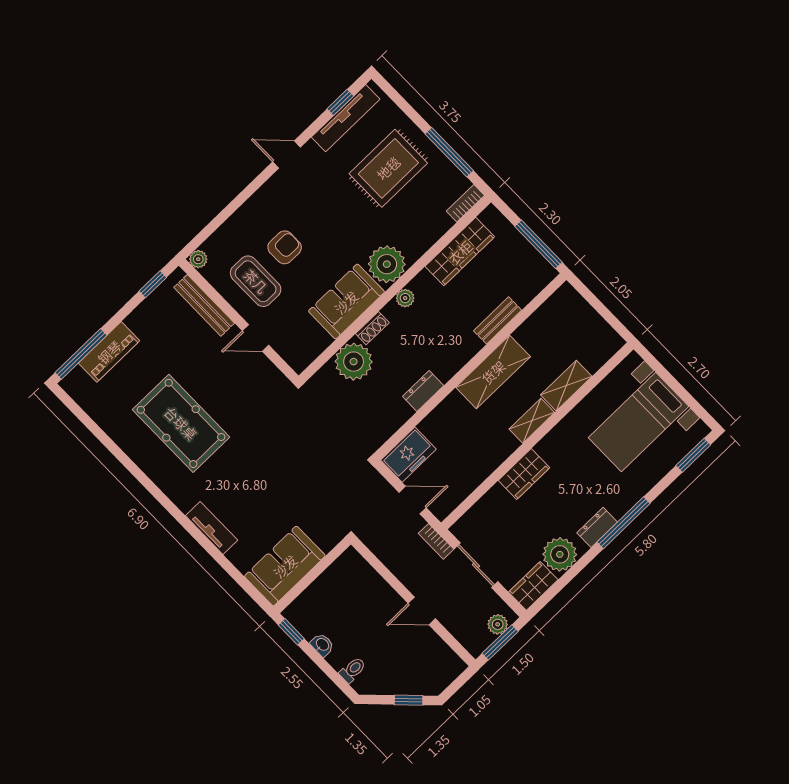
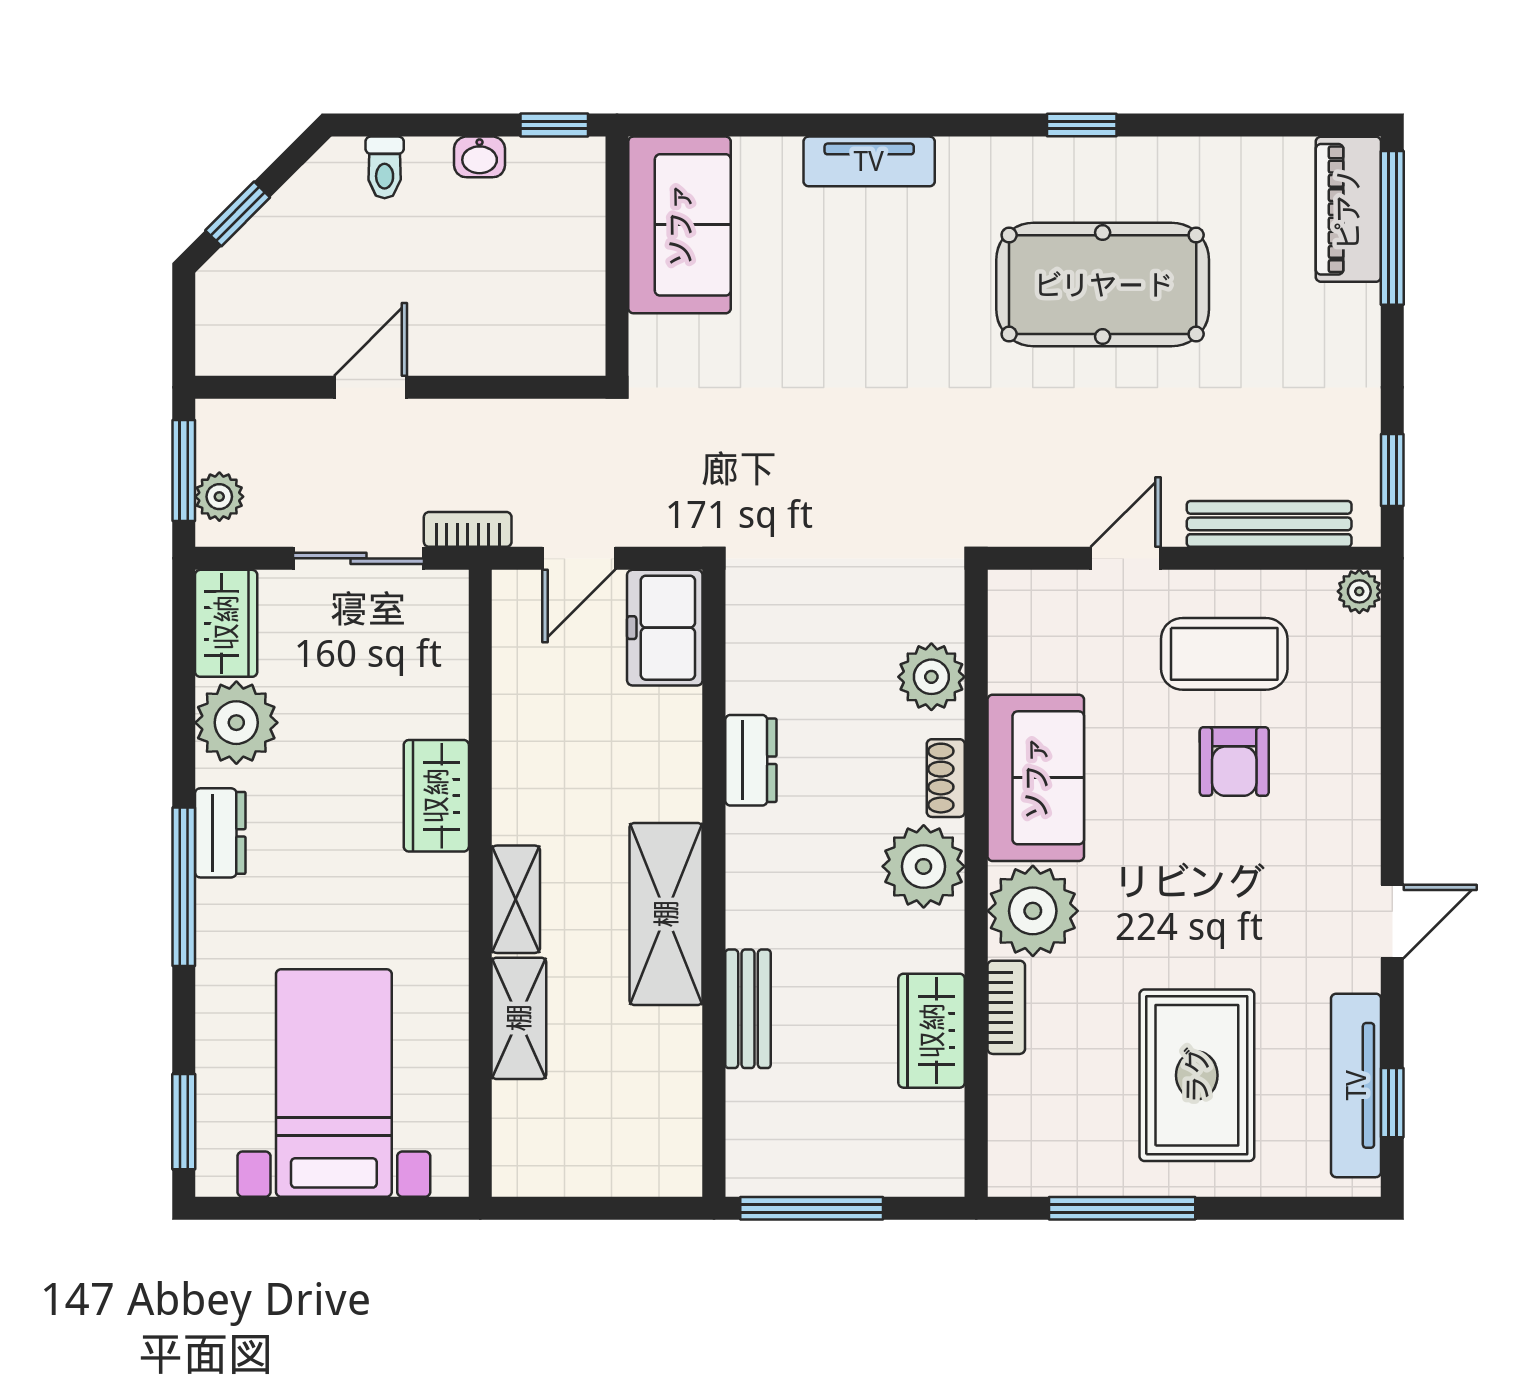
bookcase: (465, 203) -> (1006, 1007), moved
wardrobe: (460, 252) -> (932, 1031), width x0.67
plant: (405, 298) -> (924, 866), width x1.87, depth x1.87
piano: (109, 352) -> (1348, 209), moved
plant: (354, 362) -> (931, 677), width x0.73, depth x0.73
window: (140, 475) -> (1082, 125), added

